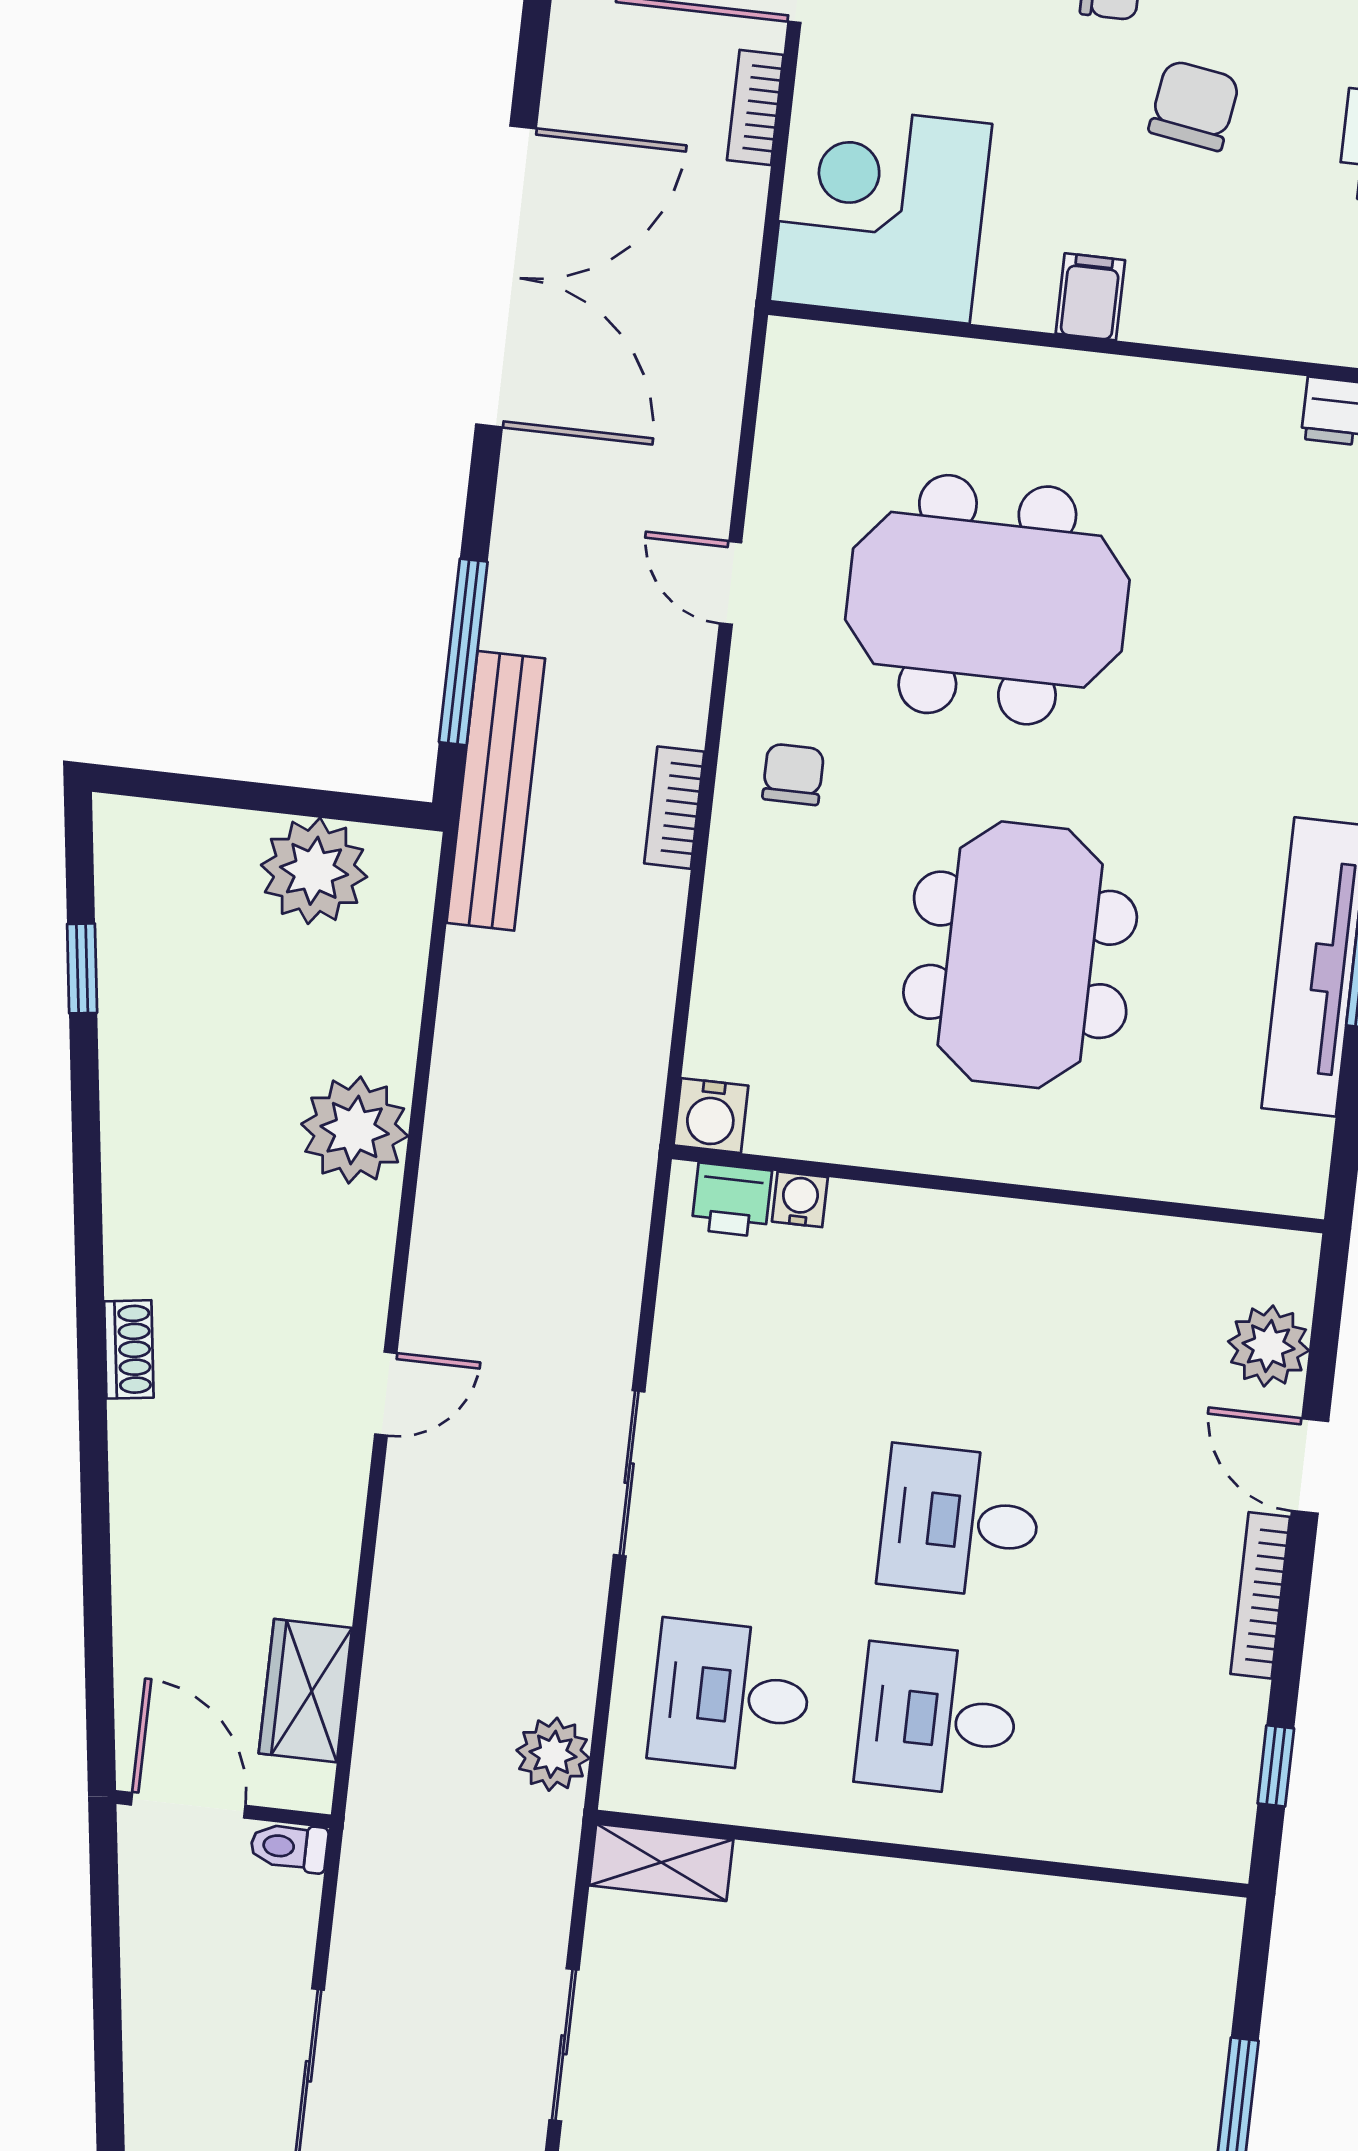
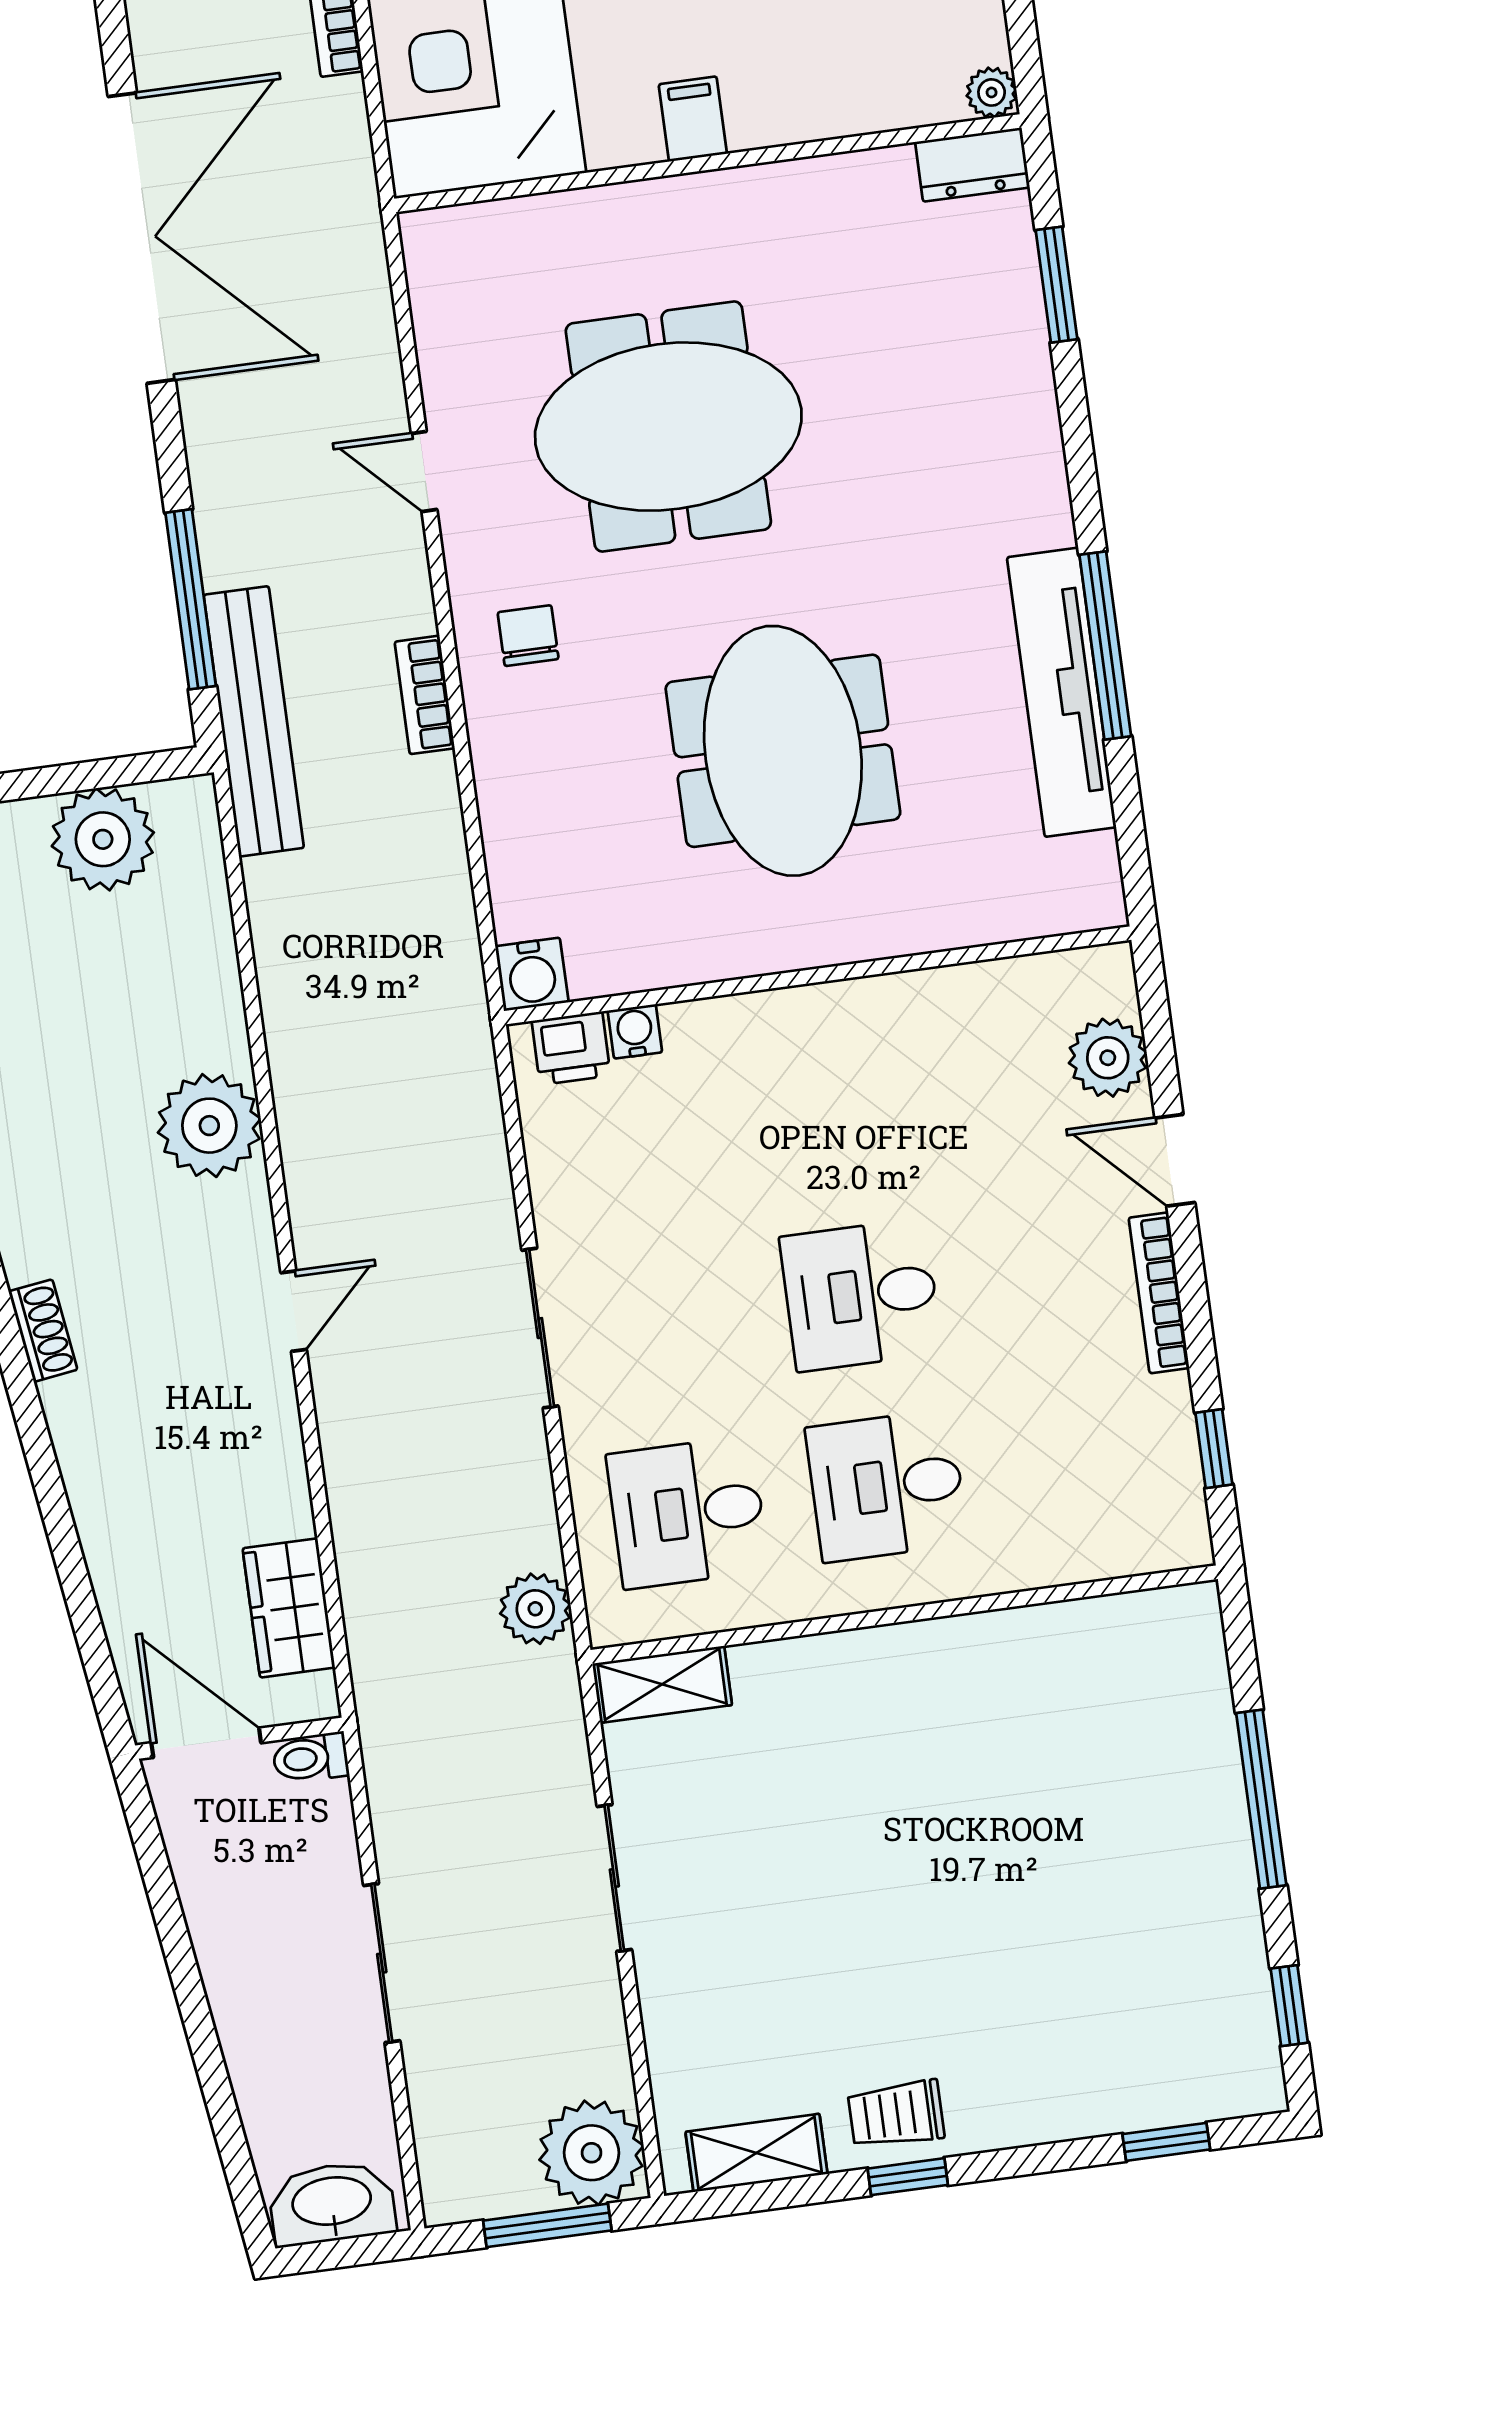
plant: (355, 1130) -> (209, 1126), moved

